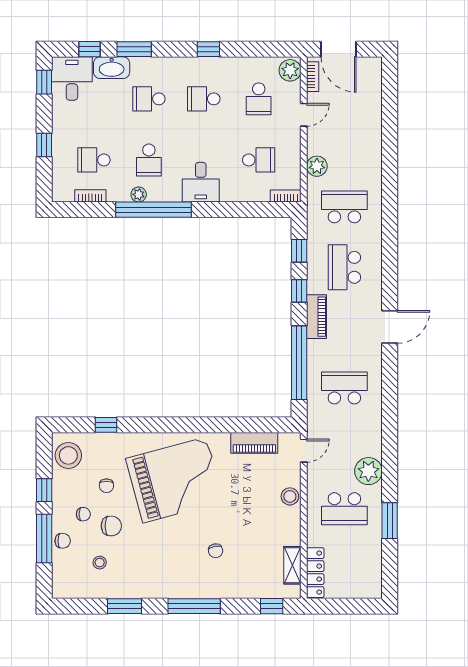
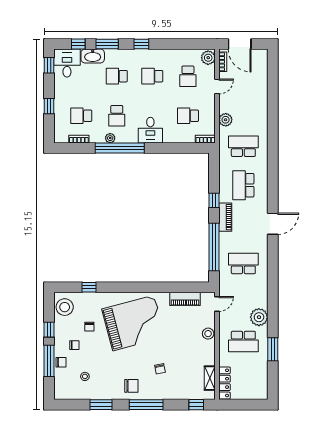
window: (208, 49) -> (141, 44), moved
school desk: (259, 160) -> (188, 116), turned 180
window: (299, 251) -> (214, 174), removed
chair: (111, 526) -> (131, 386), moved

